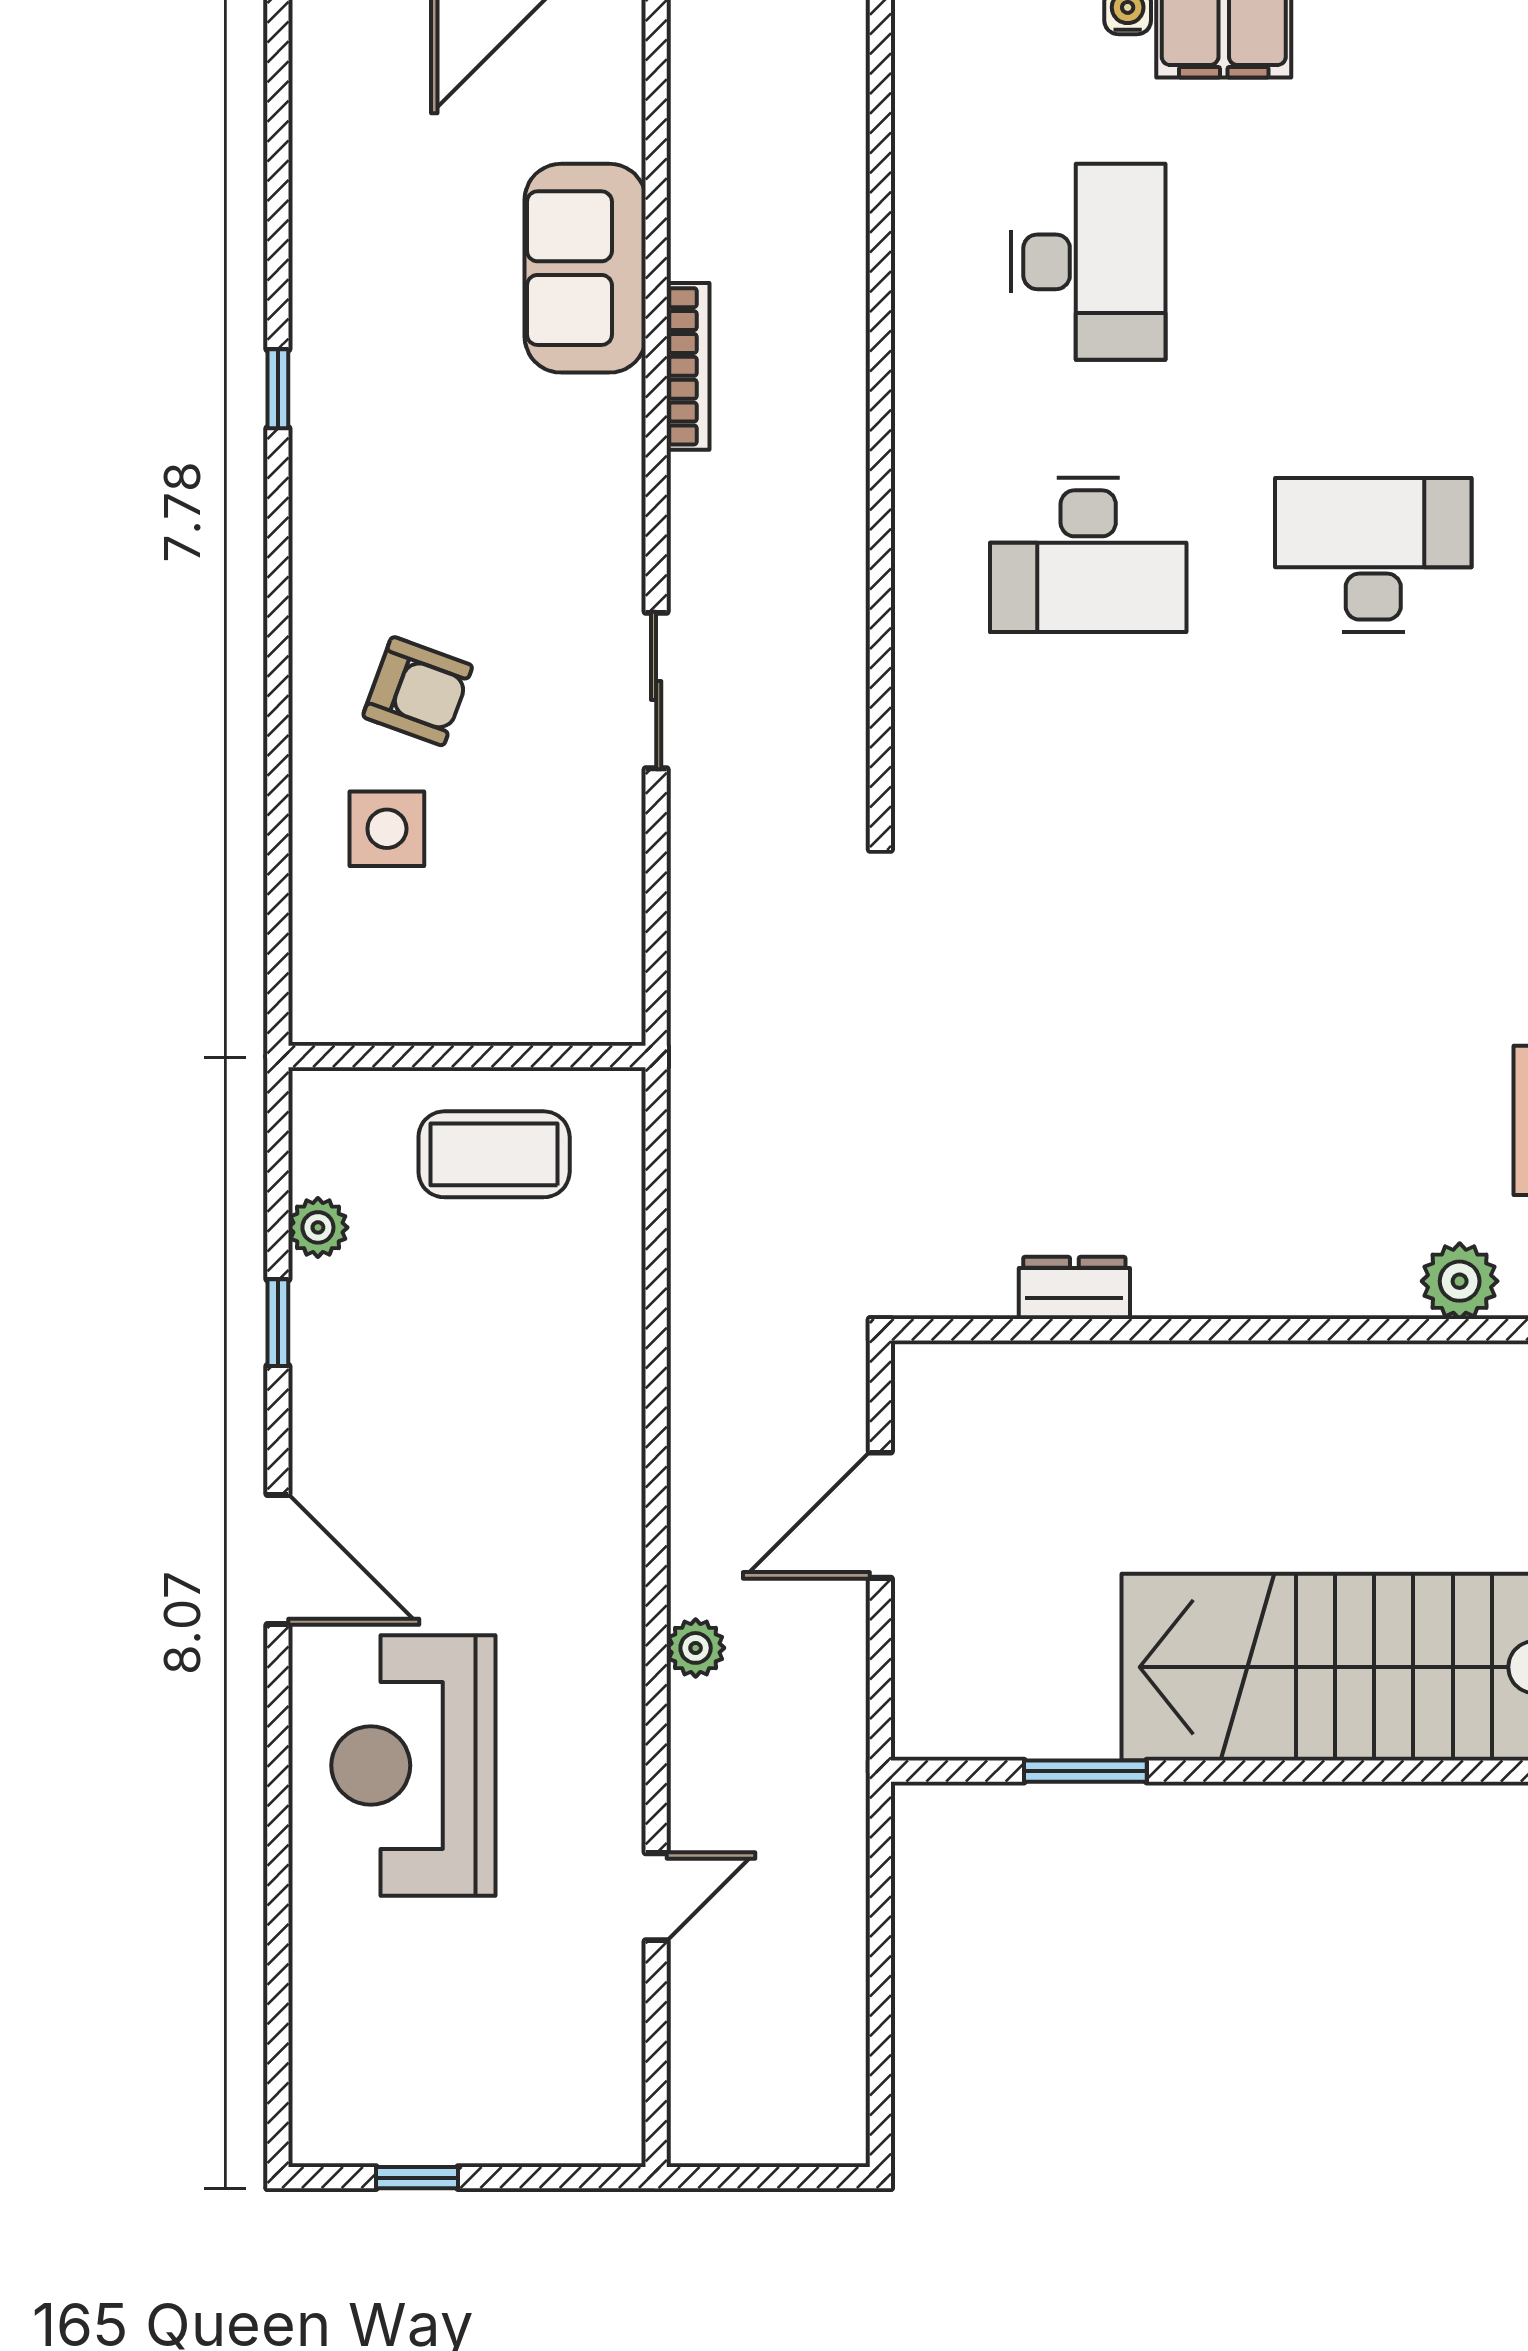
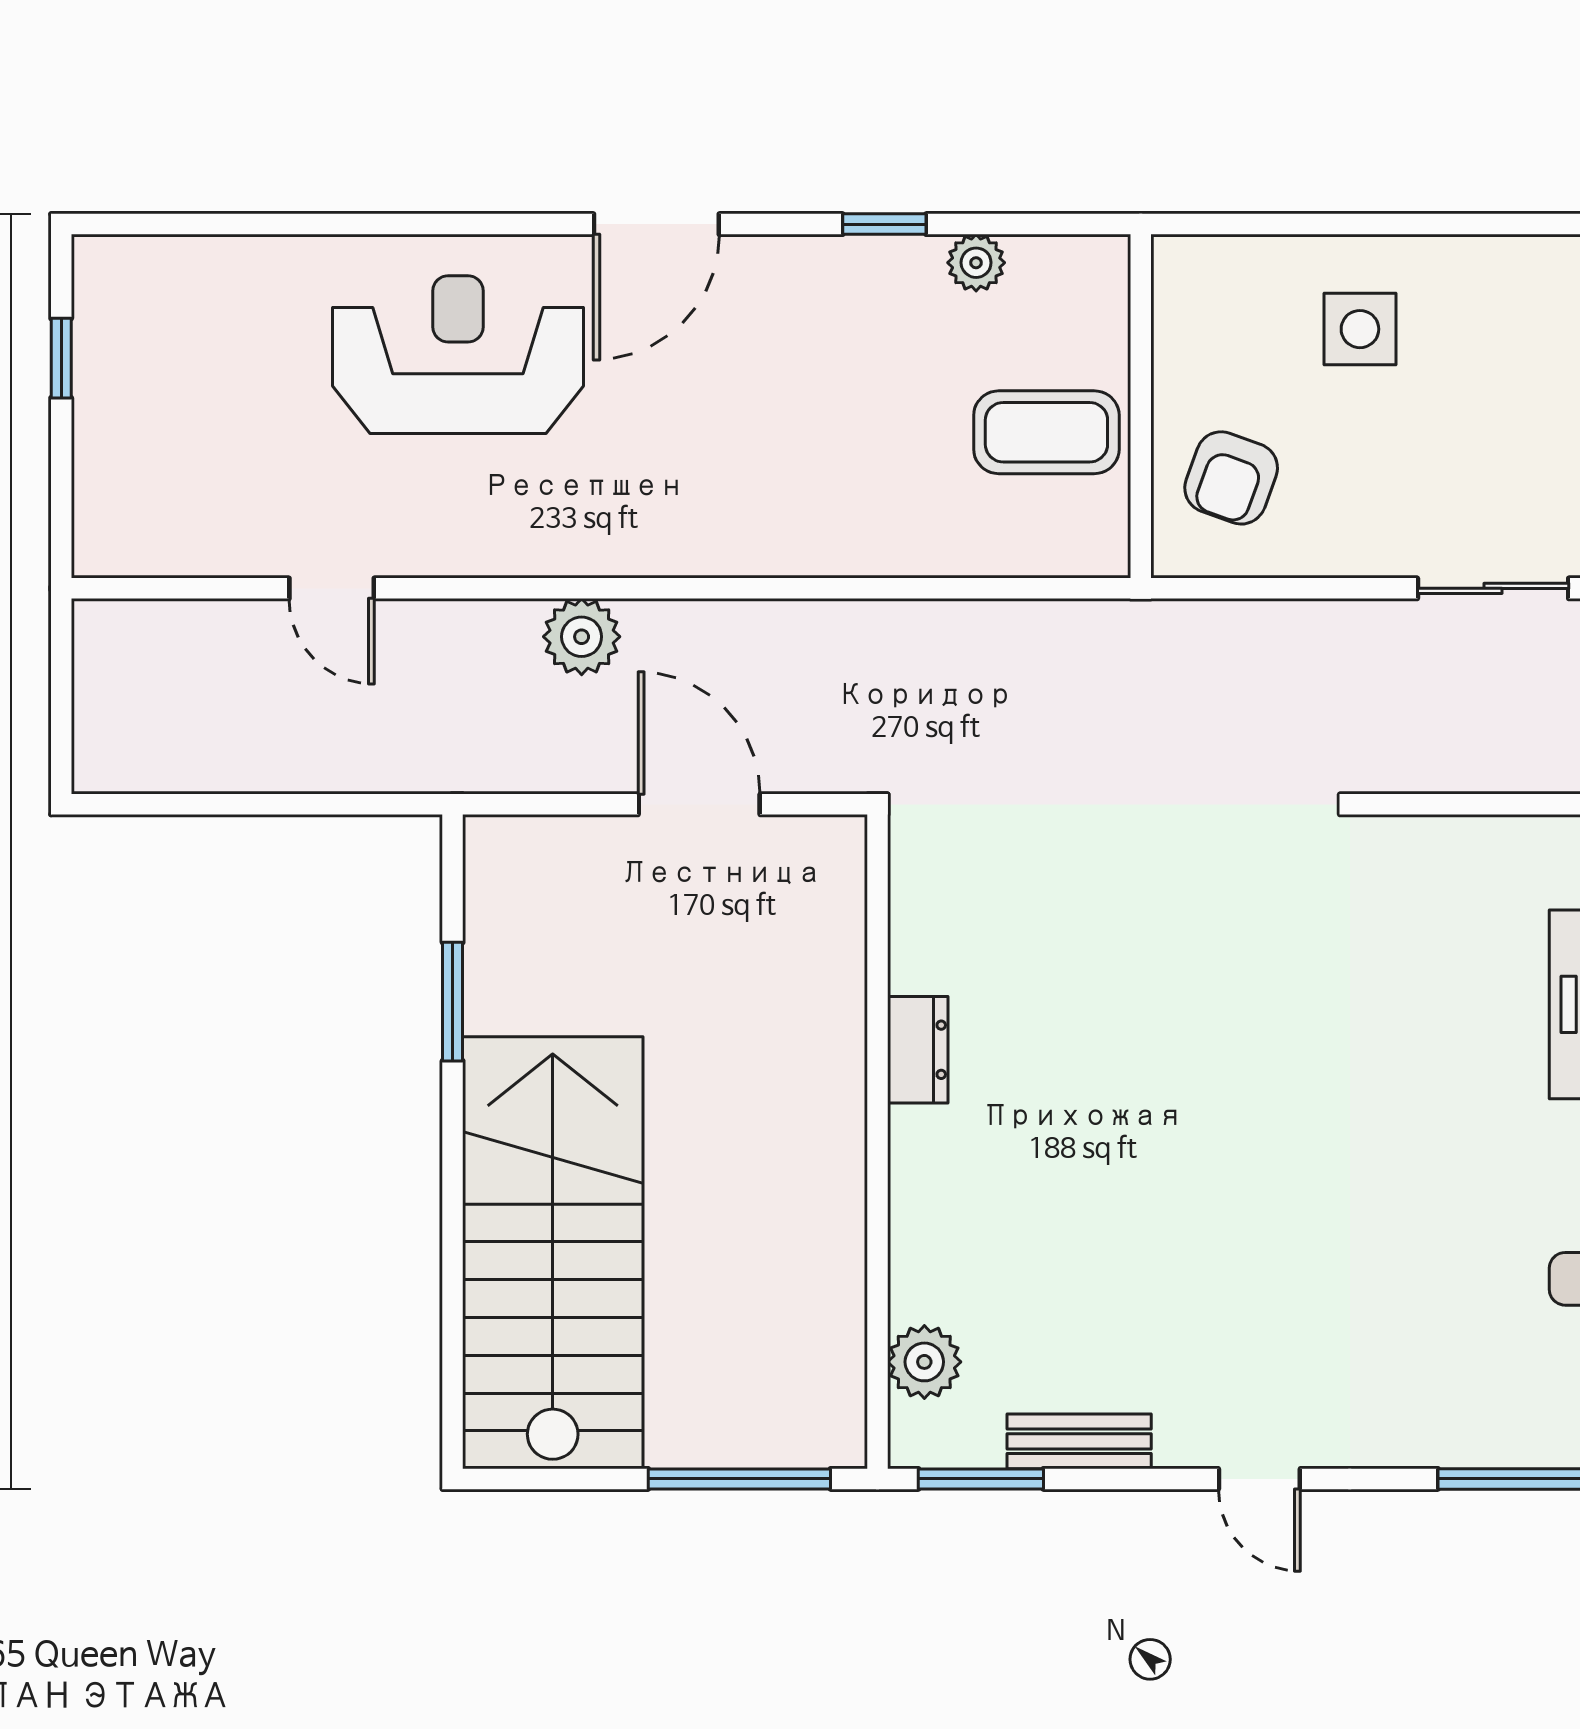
armchair: (418, 691) -> (1231, 478), moved
coffee table: (494, 1154) -> (1046, 432), turned 90
dresser: (1074, 1288) -> (918, 1050), moved
plant: (696, 1648) -> (582, 637), width x1.38, depth x1.38

